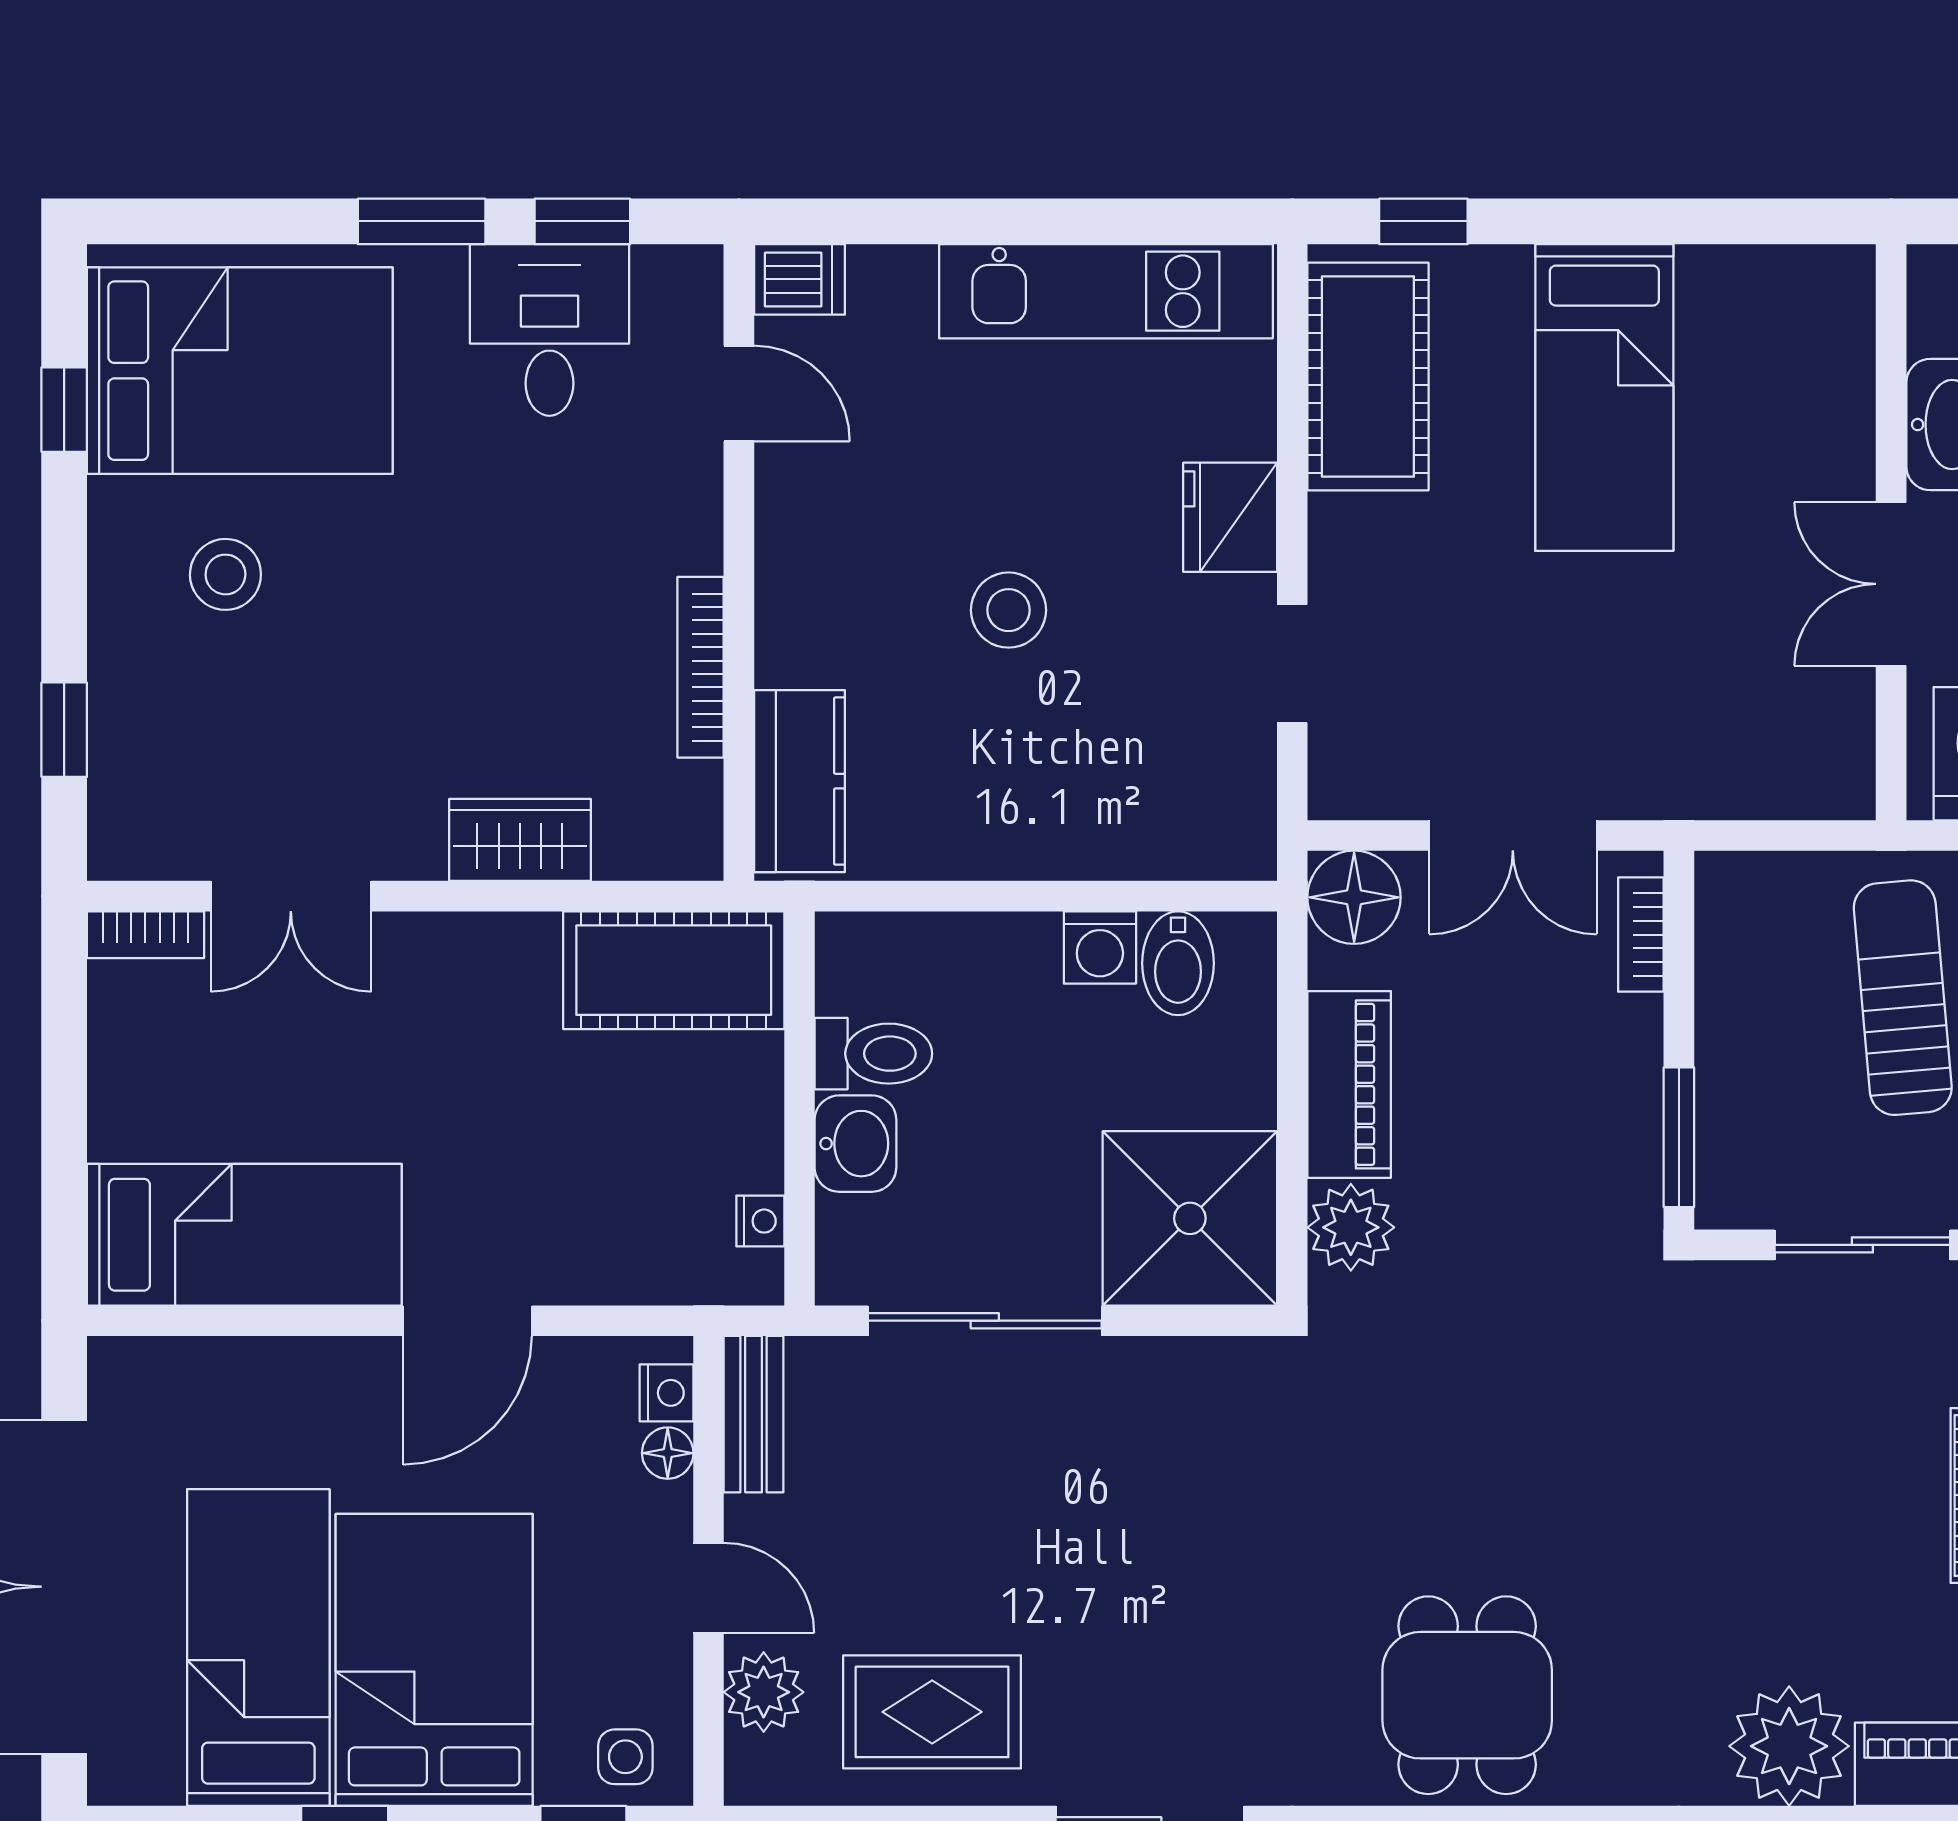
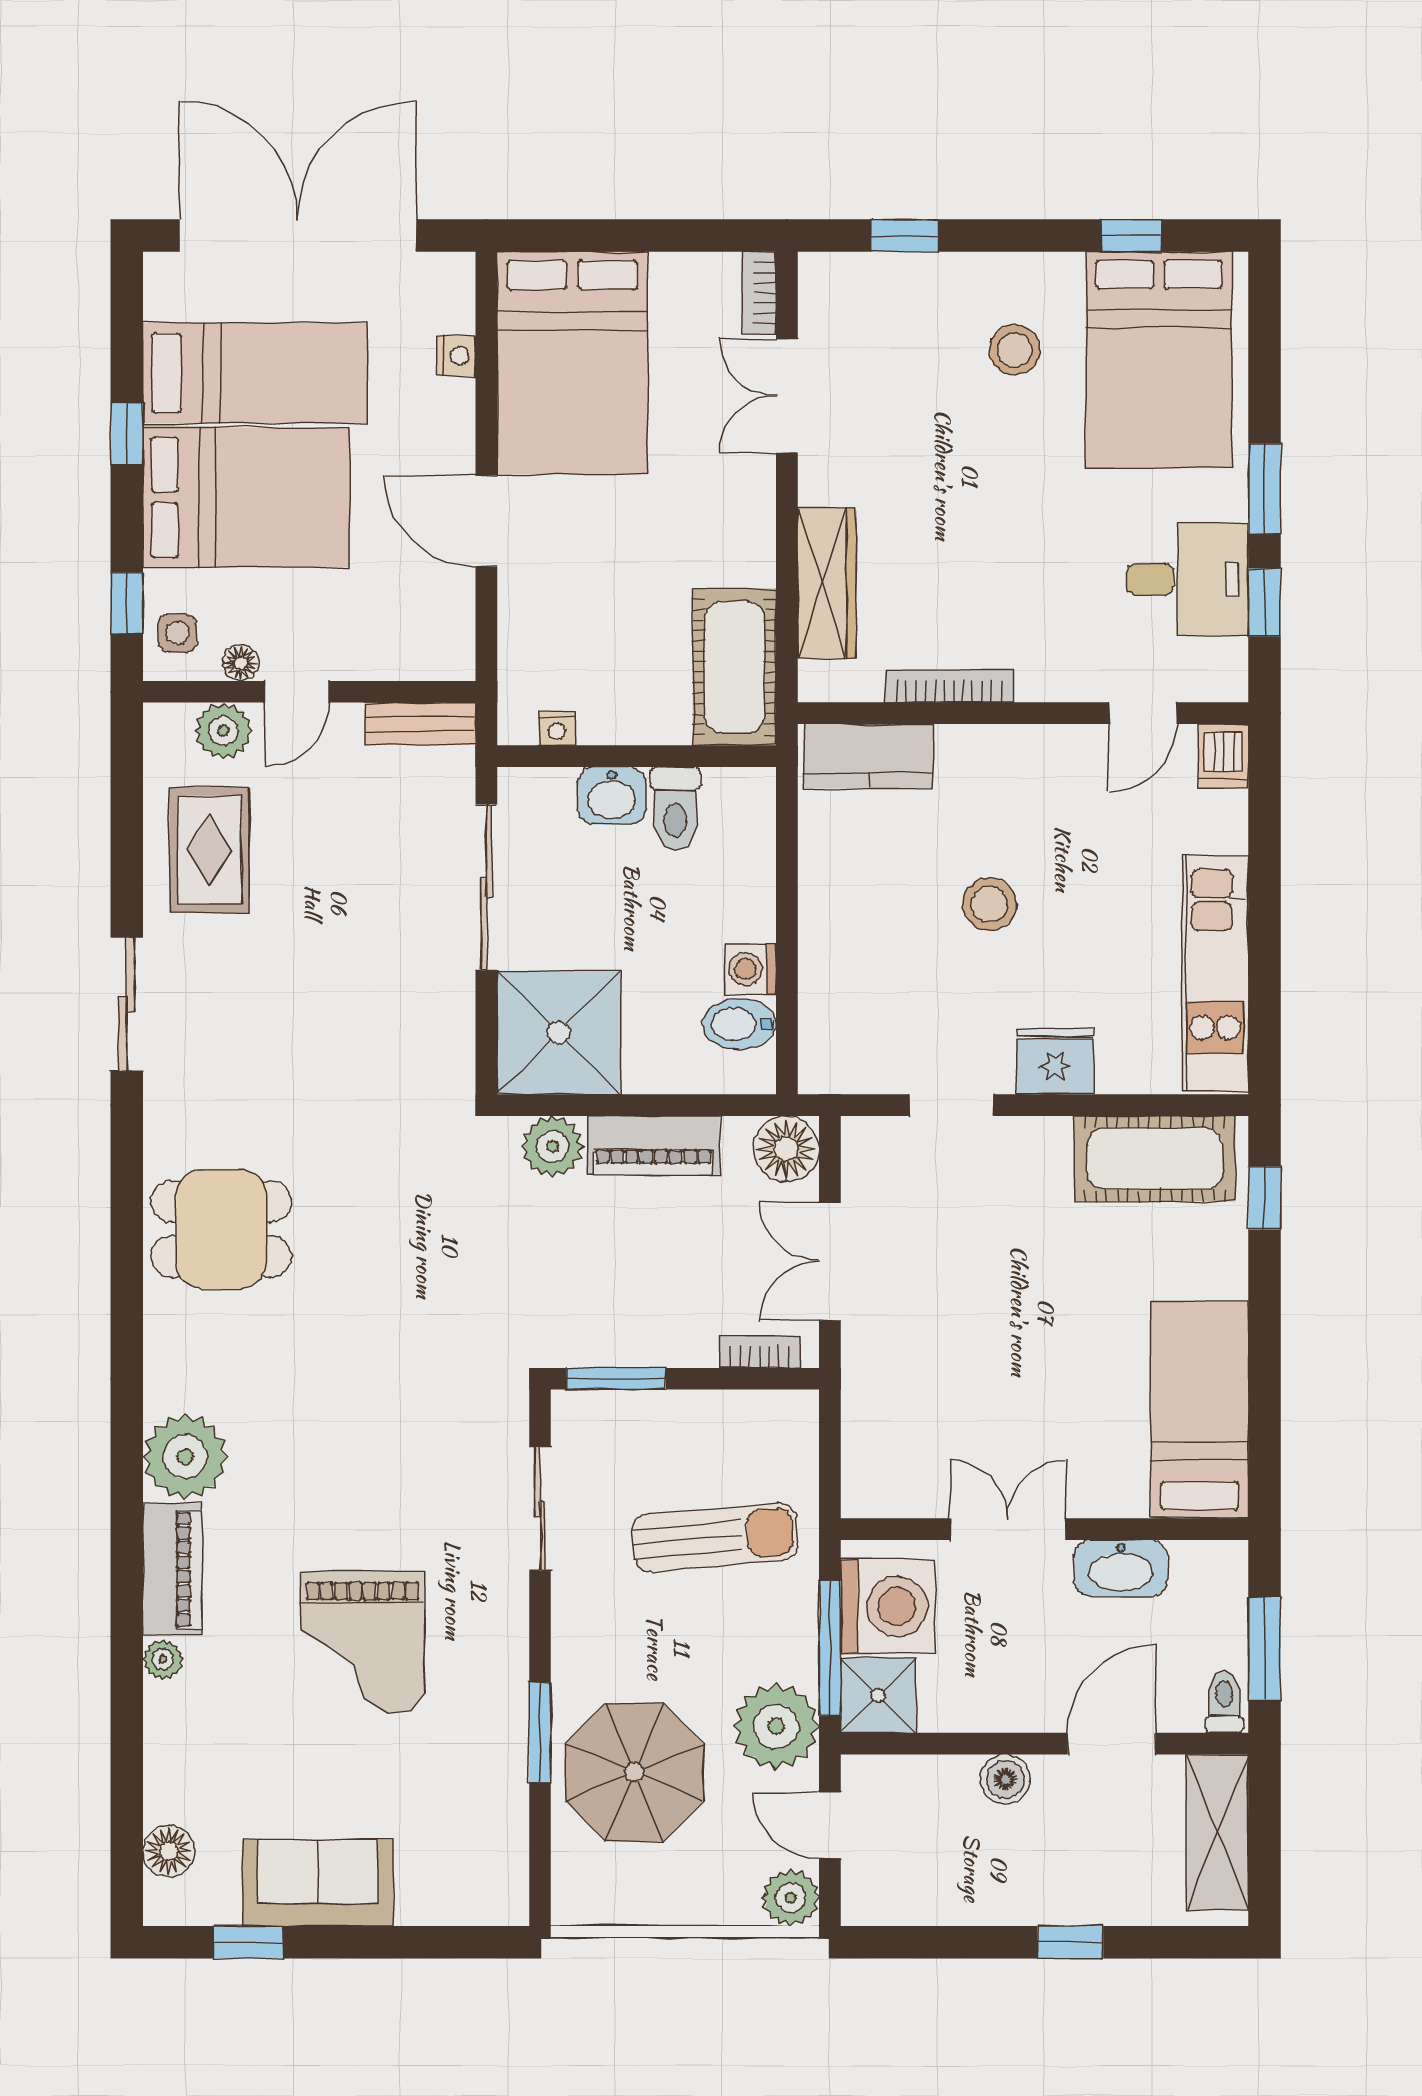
bed: (1604, 398) -> (1200, 1410), moved, turned 90
wardrobe: (520, 840) -> (827, 583), width x1.50
bed: (244, 1235) -> (572, 363), width x1.50
nightstand: (666, 1393) -> (457, 356), moved, turned -90
floor lamp: (668, 1453) -> (241, 663), moved

